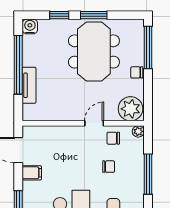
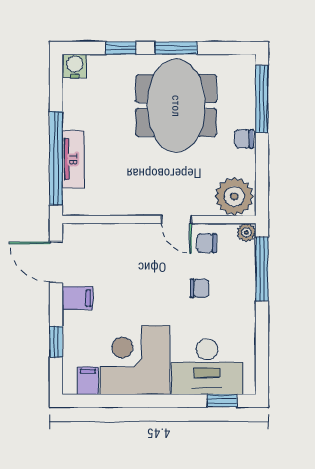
window: (18, 65) -> (56, 158), moved
door: (94, 123) -> (176, 219), swing flipped
window: (148, 174) -> (262, 269), moved

